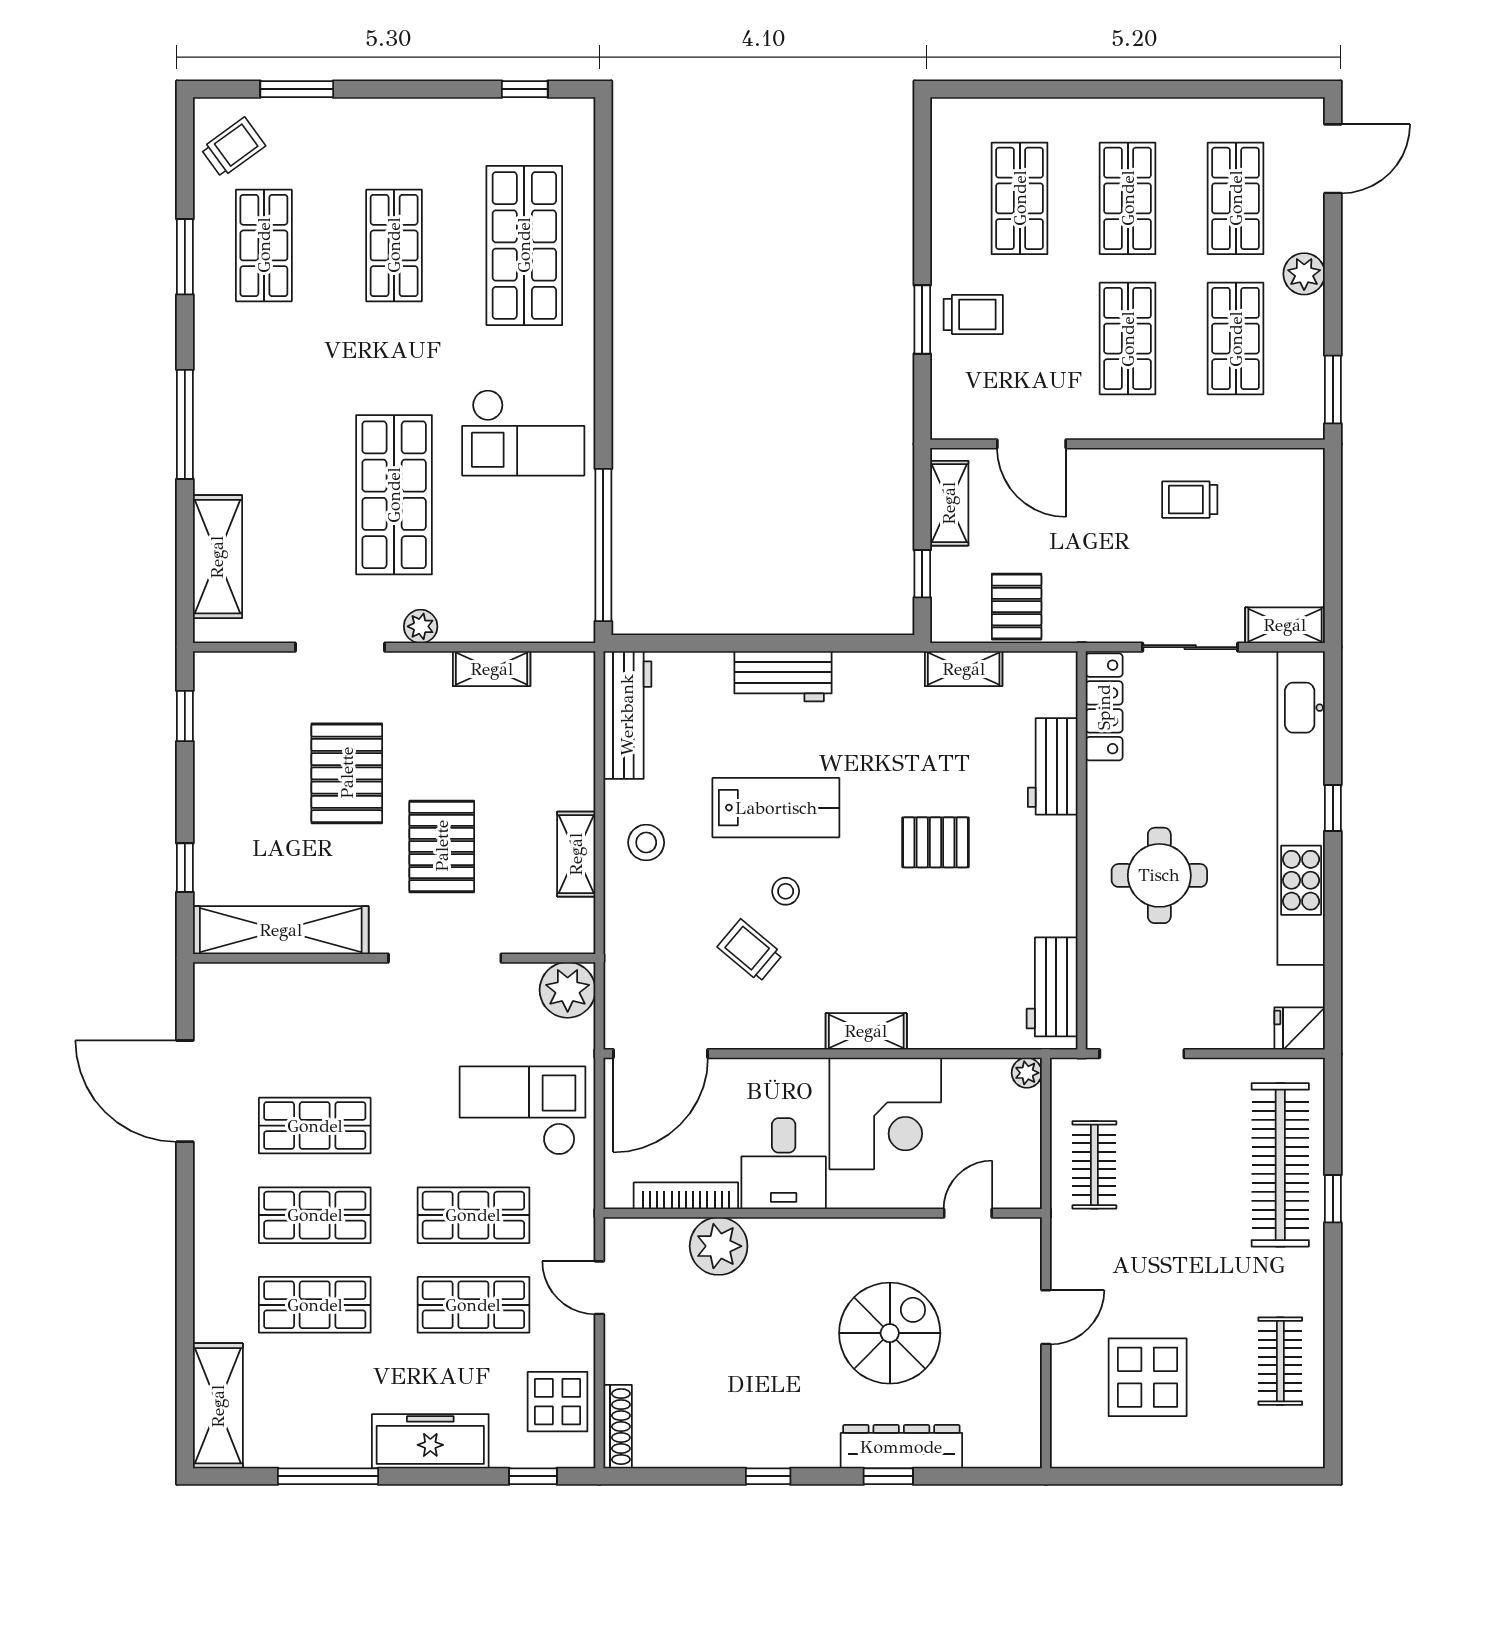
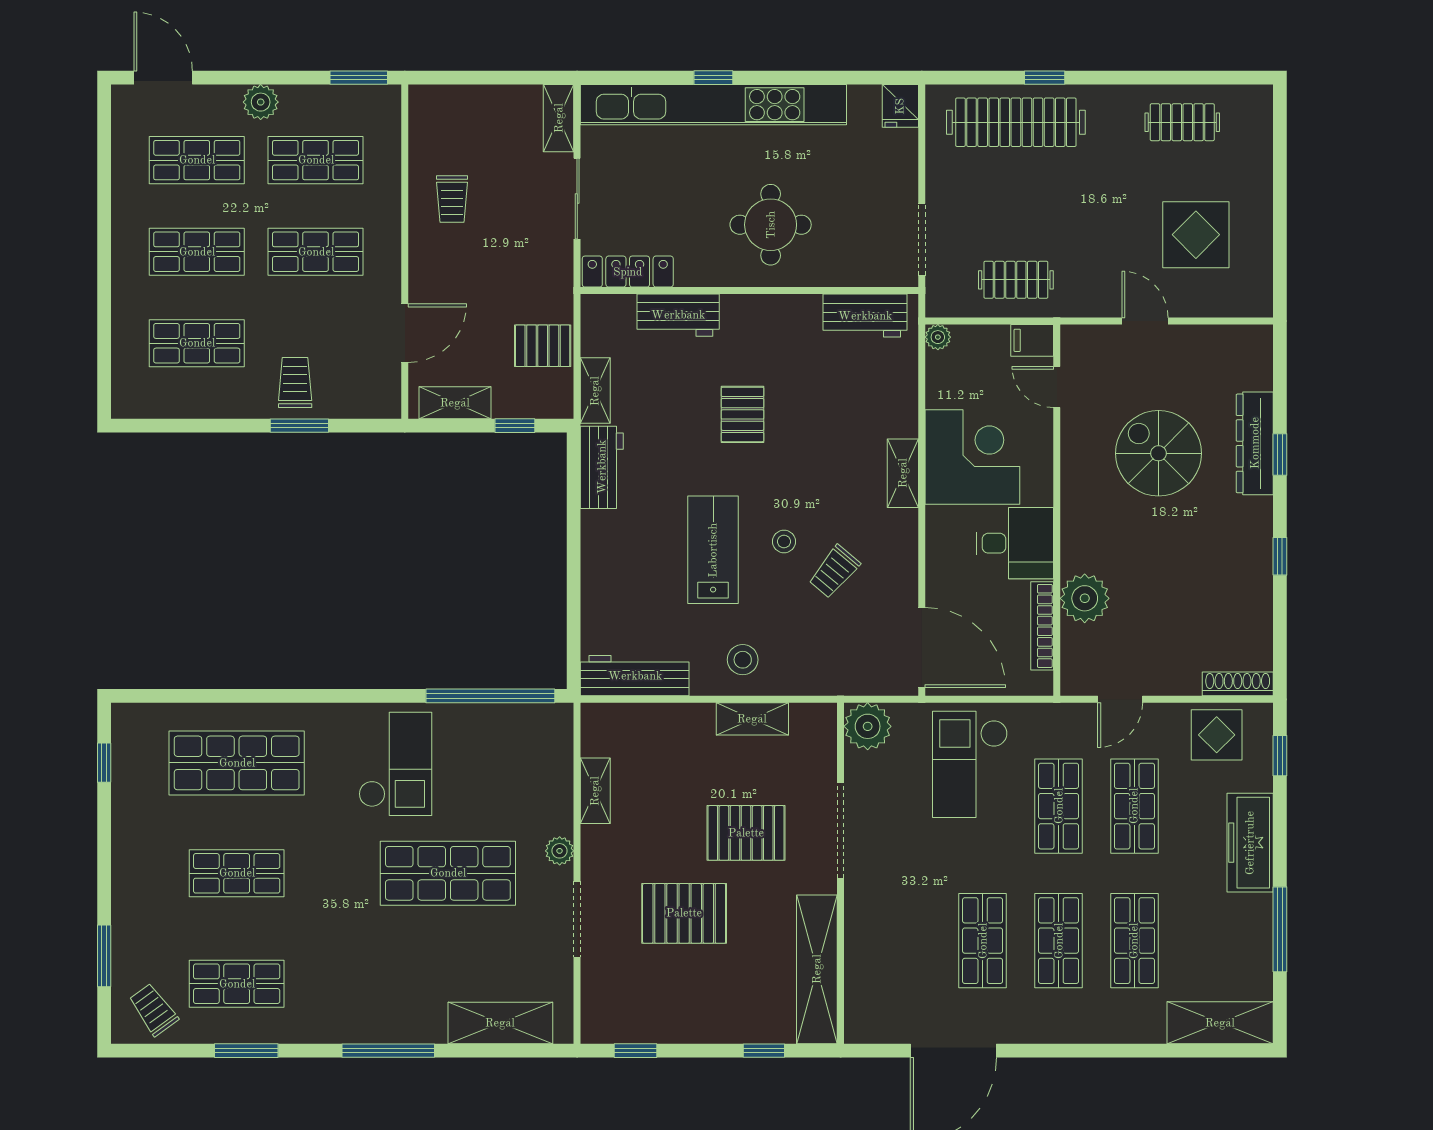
workbench: (783, 676) -> (602, 467), moved
filing cabinet: (1023, 1184) -> (1032, 340), added

